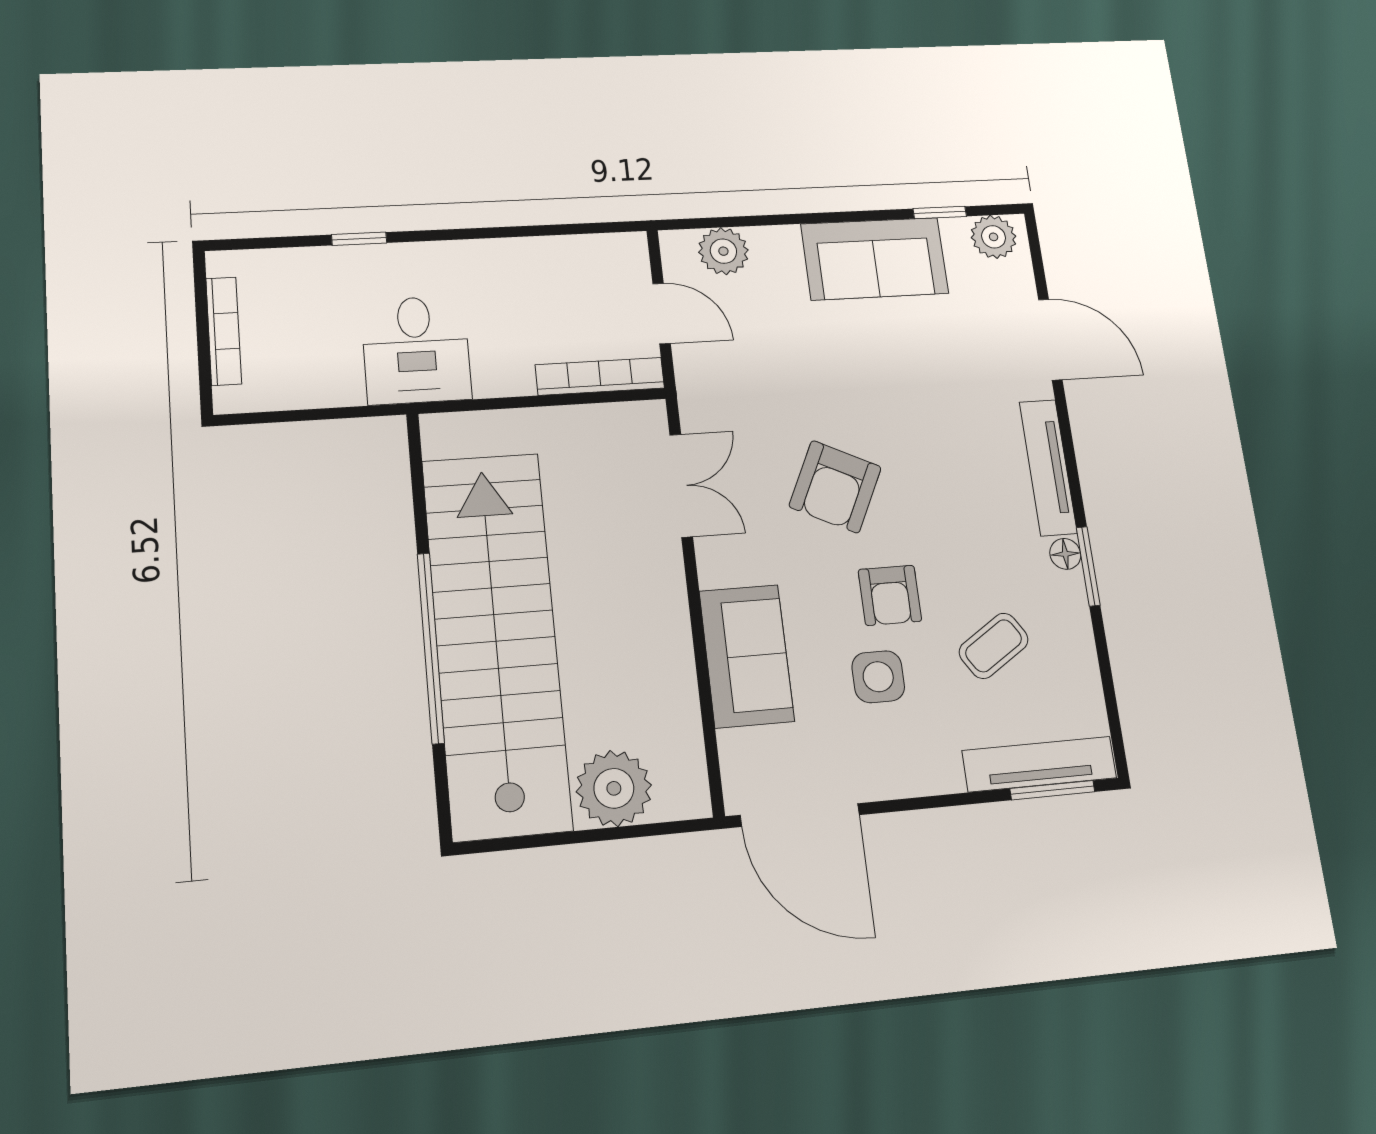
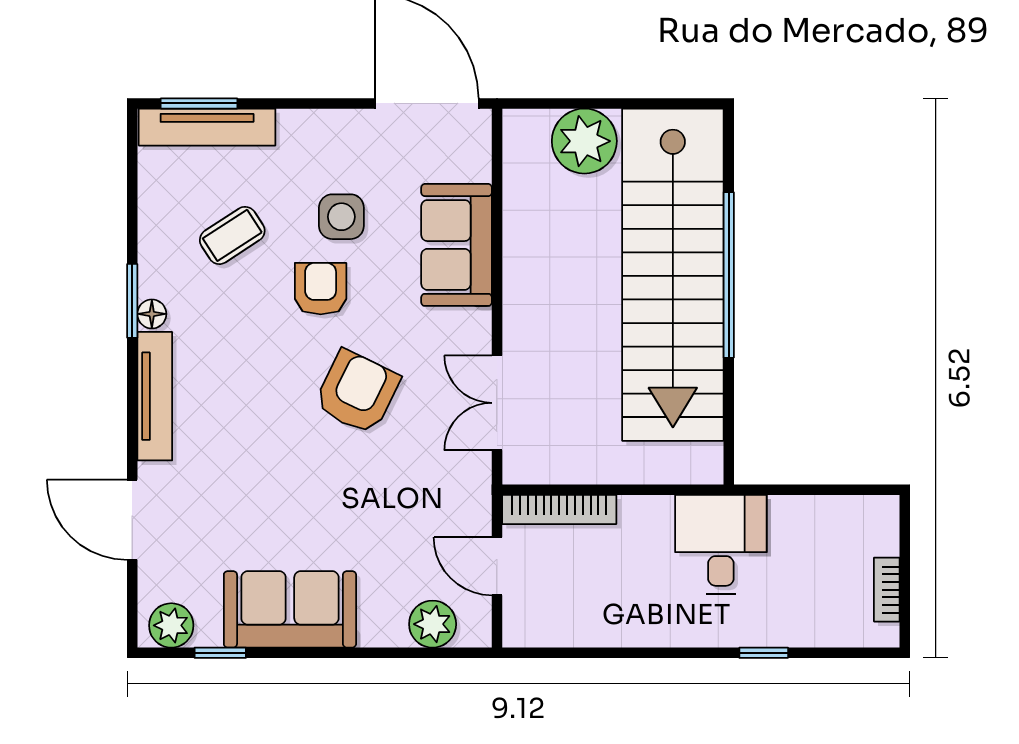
bookcase: (224, 331) -> (887, 590), width x0.64

